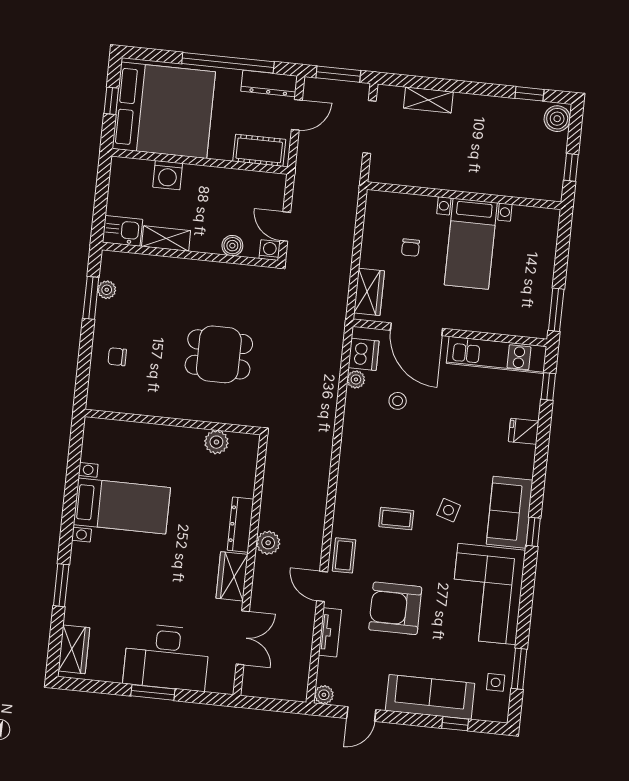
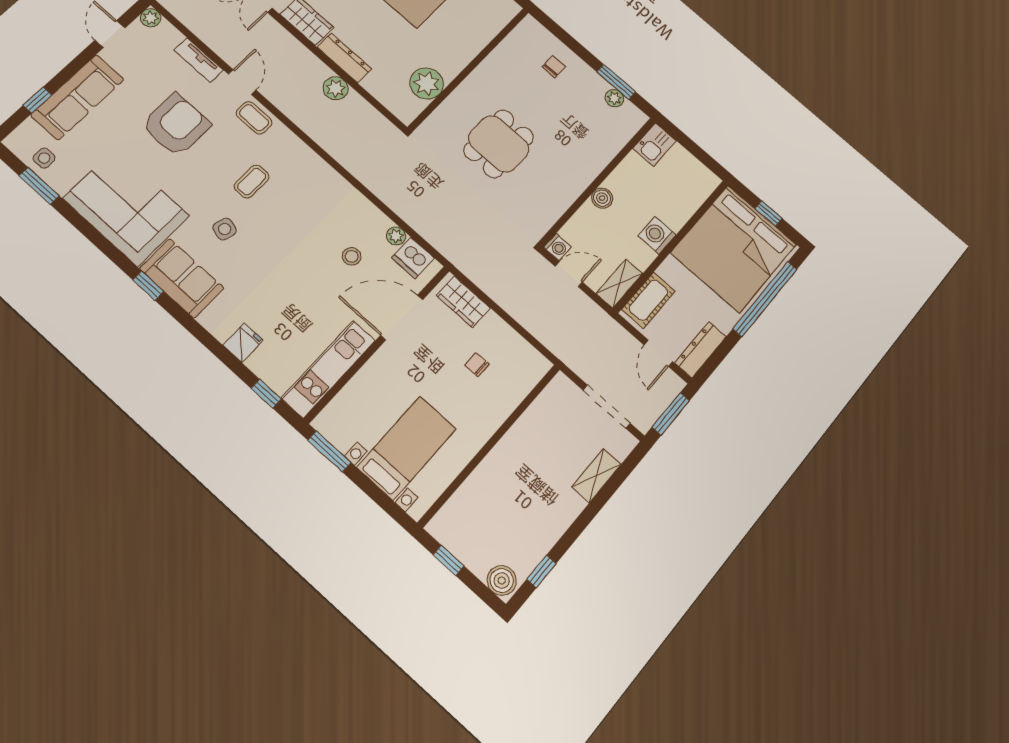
window: (228, 63) -> (765, 299), moved
washing machine: (168, 175) -> (657, 235), moved
shelving: (166, 239) -> (619, 283), moved
bed with nightstands: (471, 244) -> (407, 448), moved, turned 90
boiler: (232, 246) -> (602, 198), moved
plant: (216, 442) -> (427, 83), width x1.36, depth x1.36
plant: (268, 543) -> (336, 88), moved
door: (322, 586) -> (242, 82), hinge flipped

